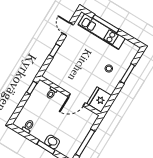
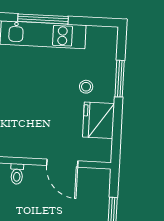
door: (77, 100) -> (62, 163), hinge flipped
fridge: (99, 100) -> (99, 120), moved

